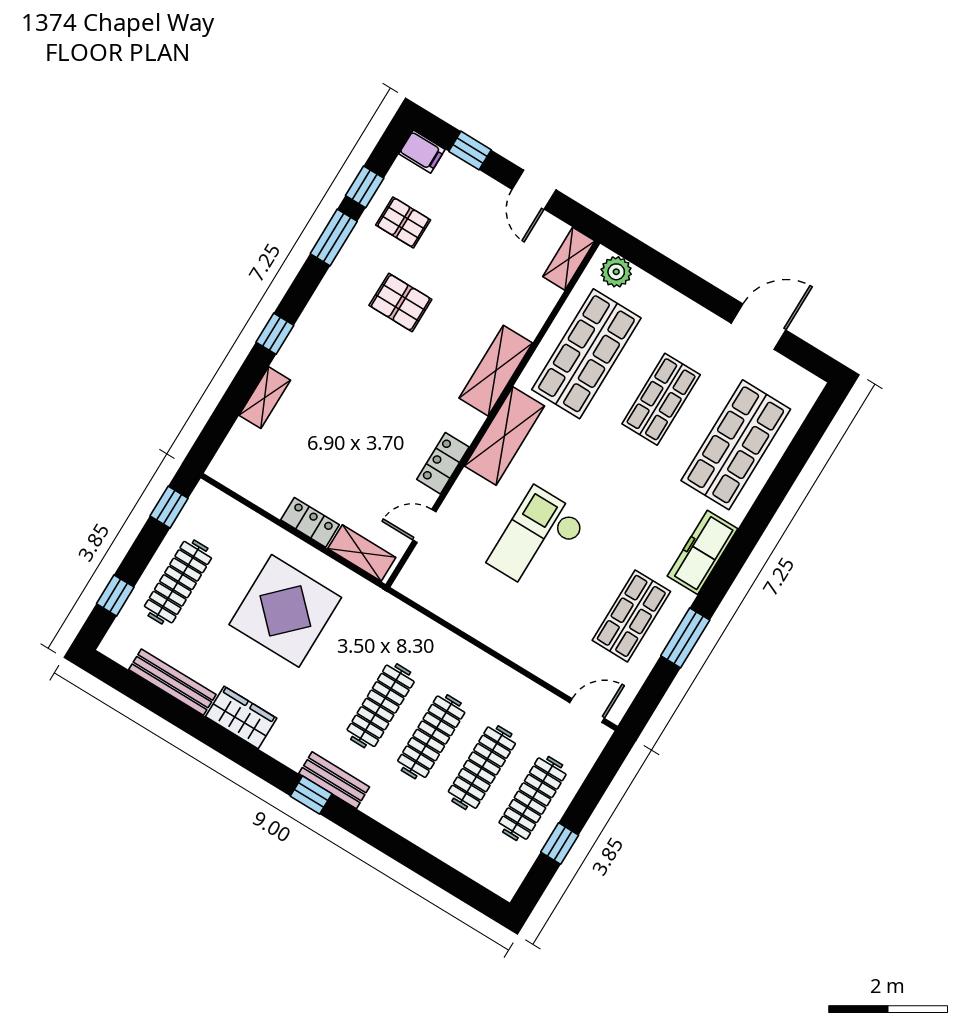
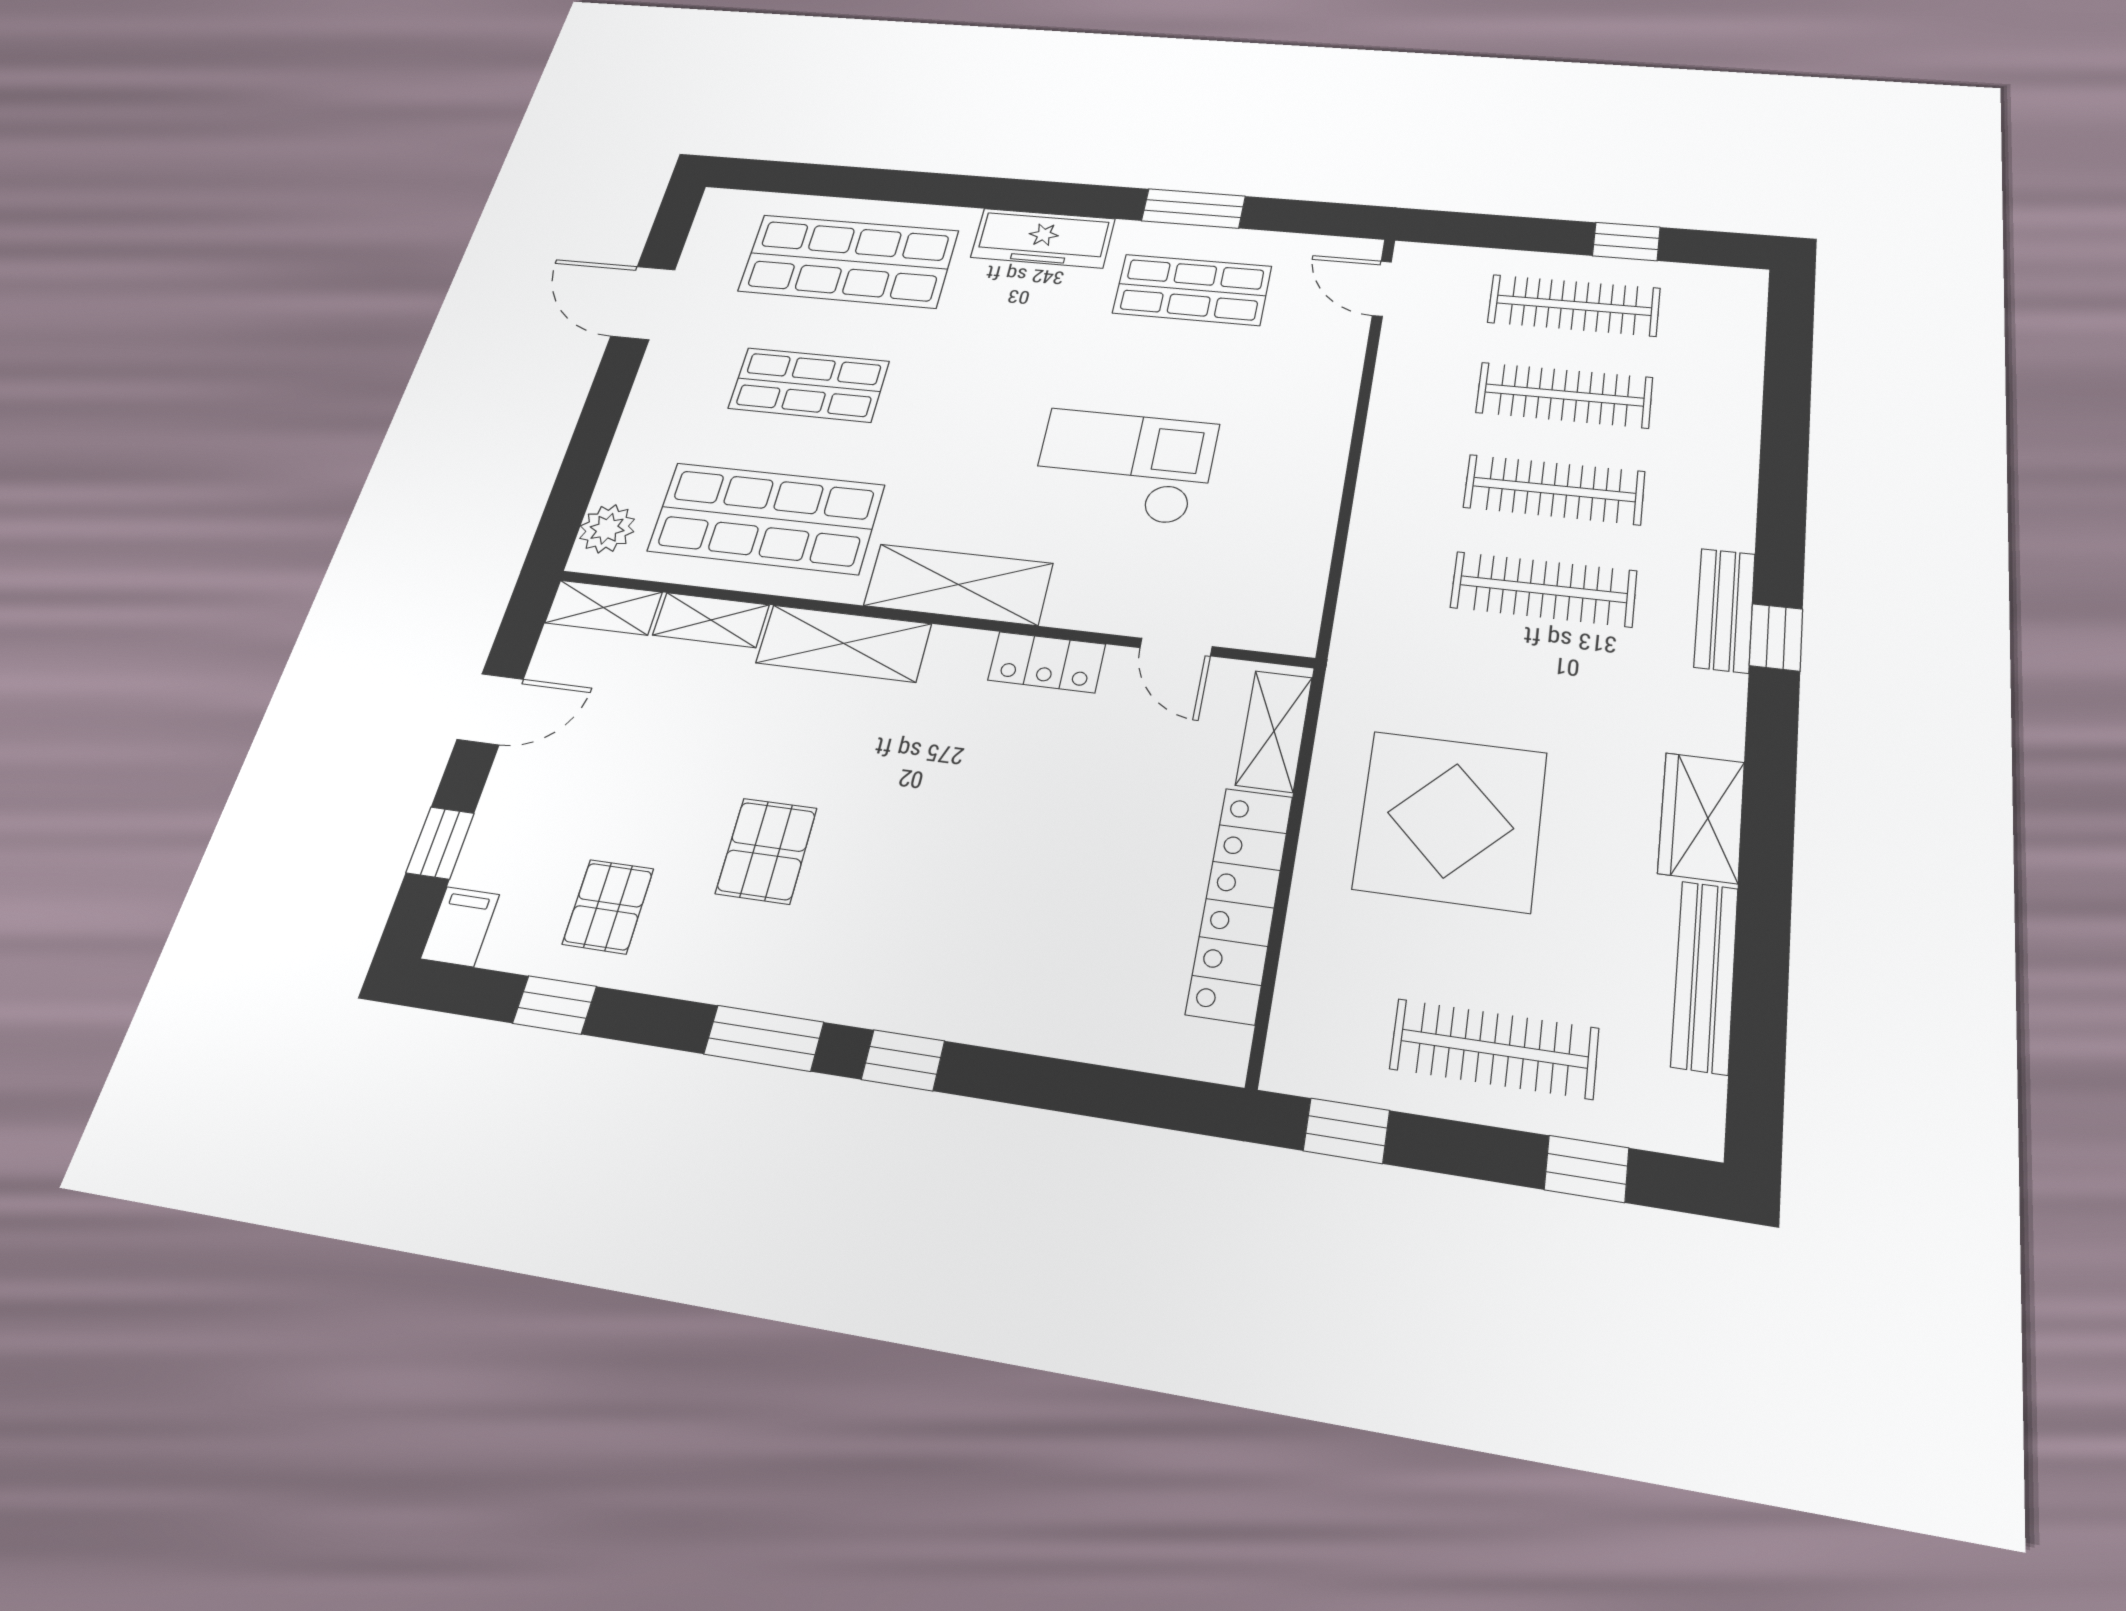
window: (334, 237) -> (764, 1038), moved
shelving: (265, 398) -> (711, 620), moved
locker: (310, 522) -> (1240, 903), width x2.16, depth x1.21
checkout: (537, 540) -> (1124, 466), turned 180

